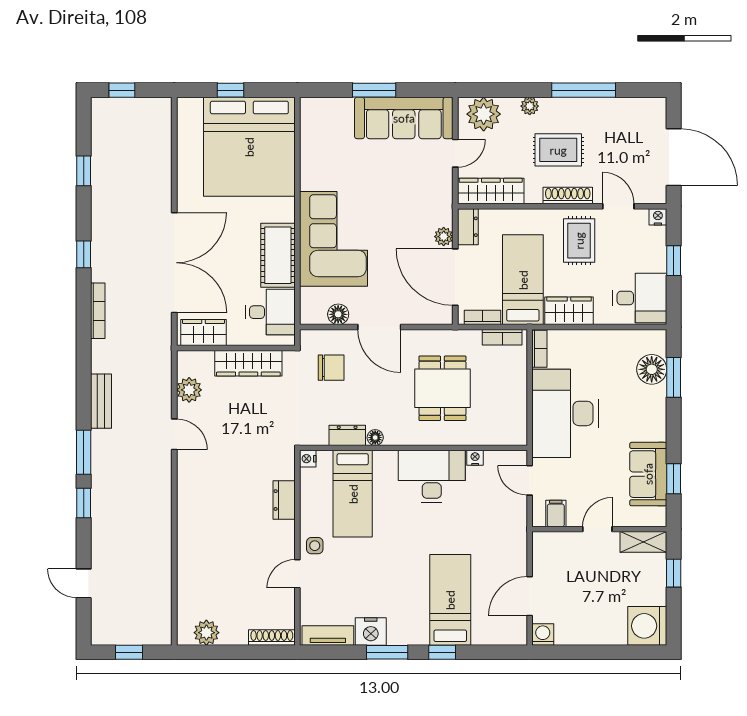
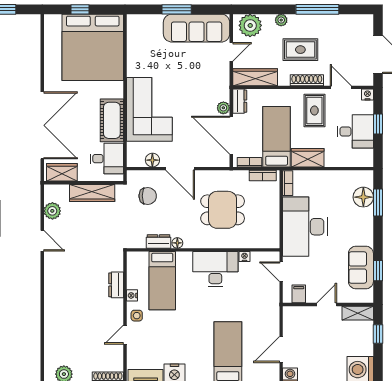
desk: (640, 298) -> (355, 131), moved
dining table: (442, 388) -> (223, 210), turned 90
nightstand: (308, 459) -> (132, 295), moved

